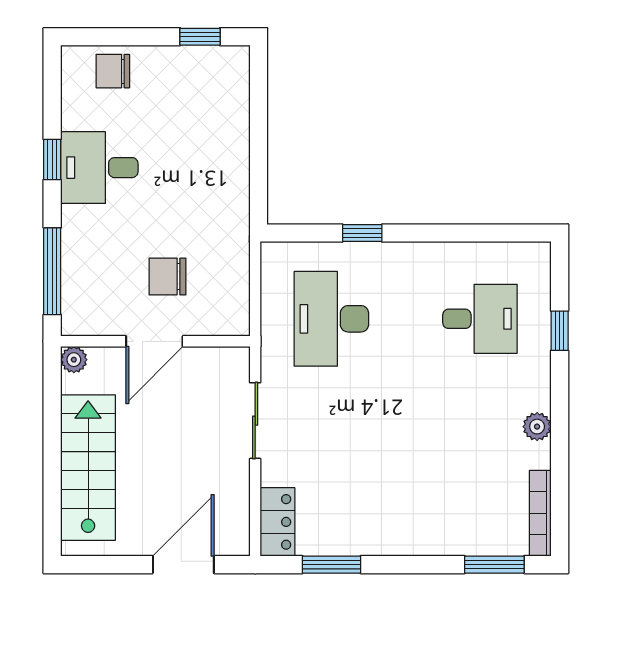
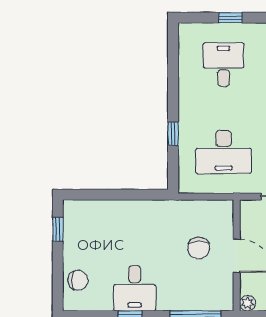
chair: (113, 71) -> (78, 280), turned -90

